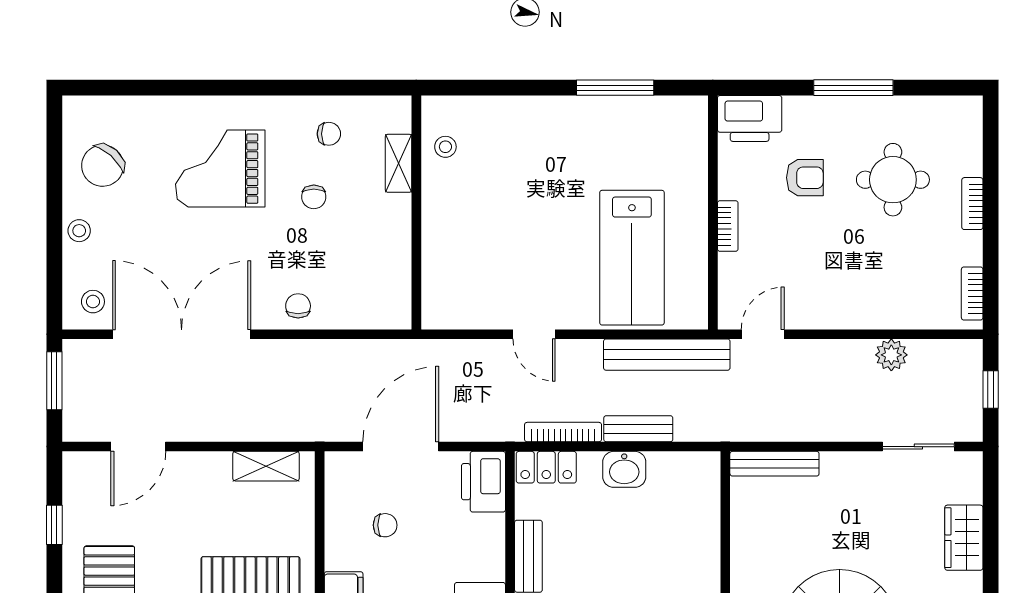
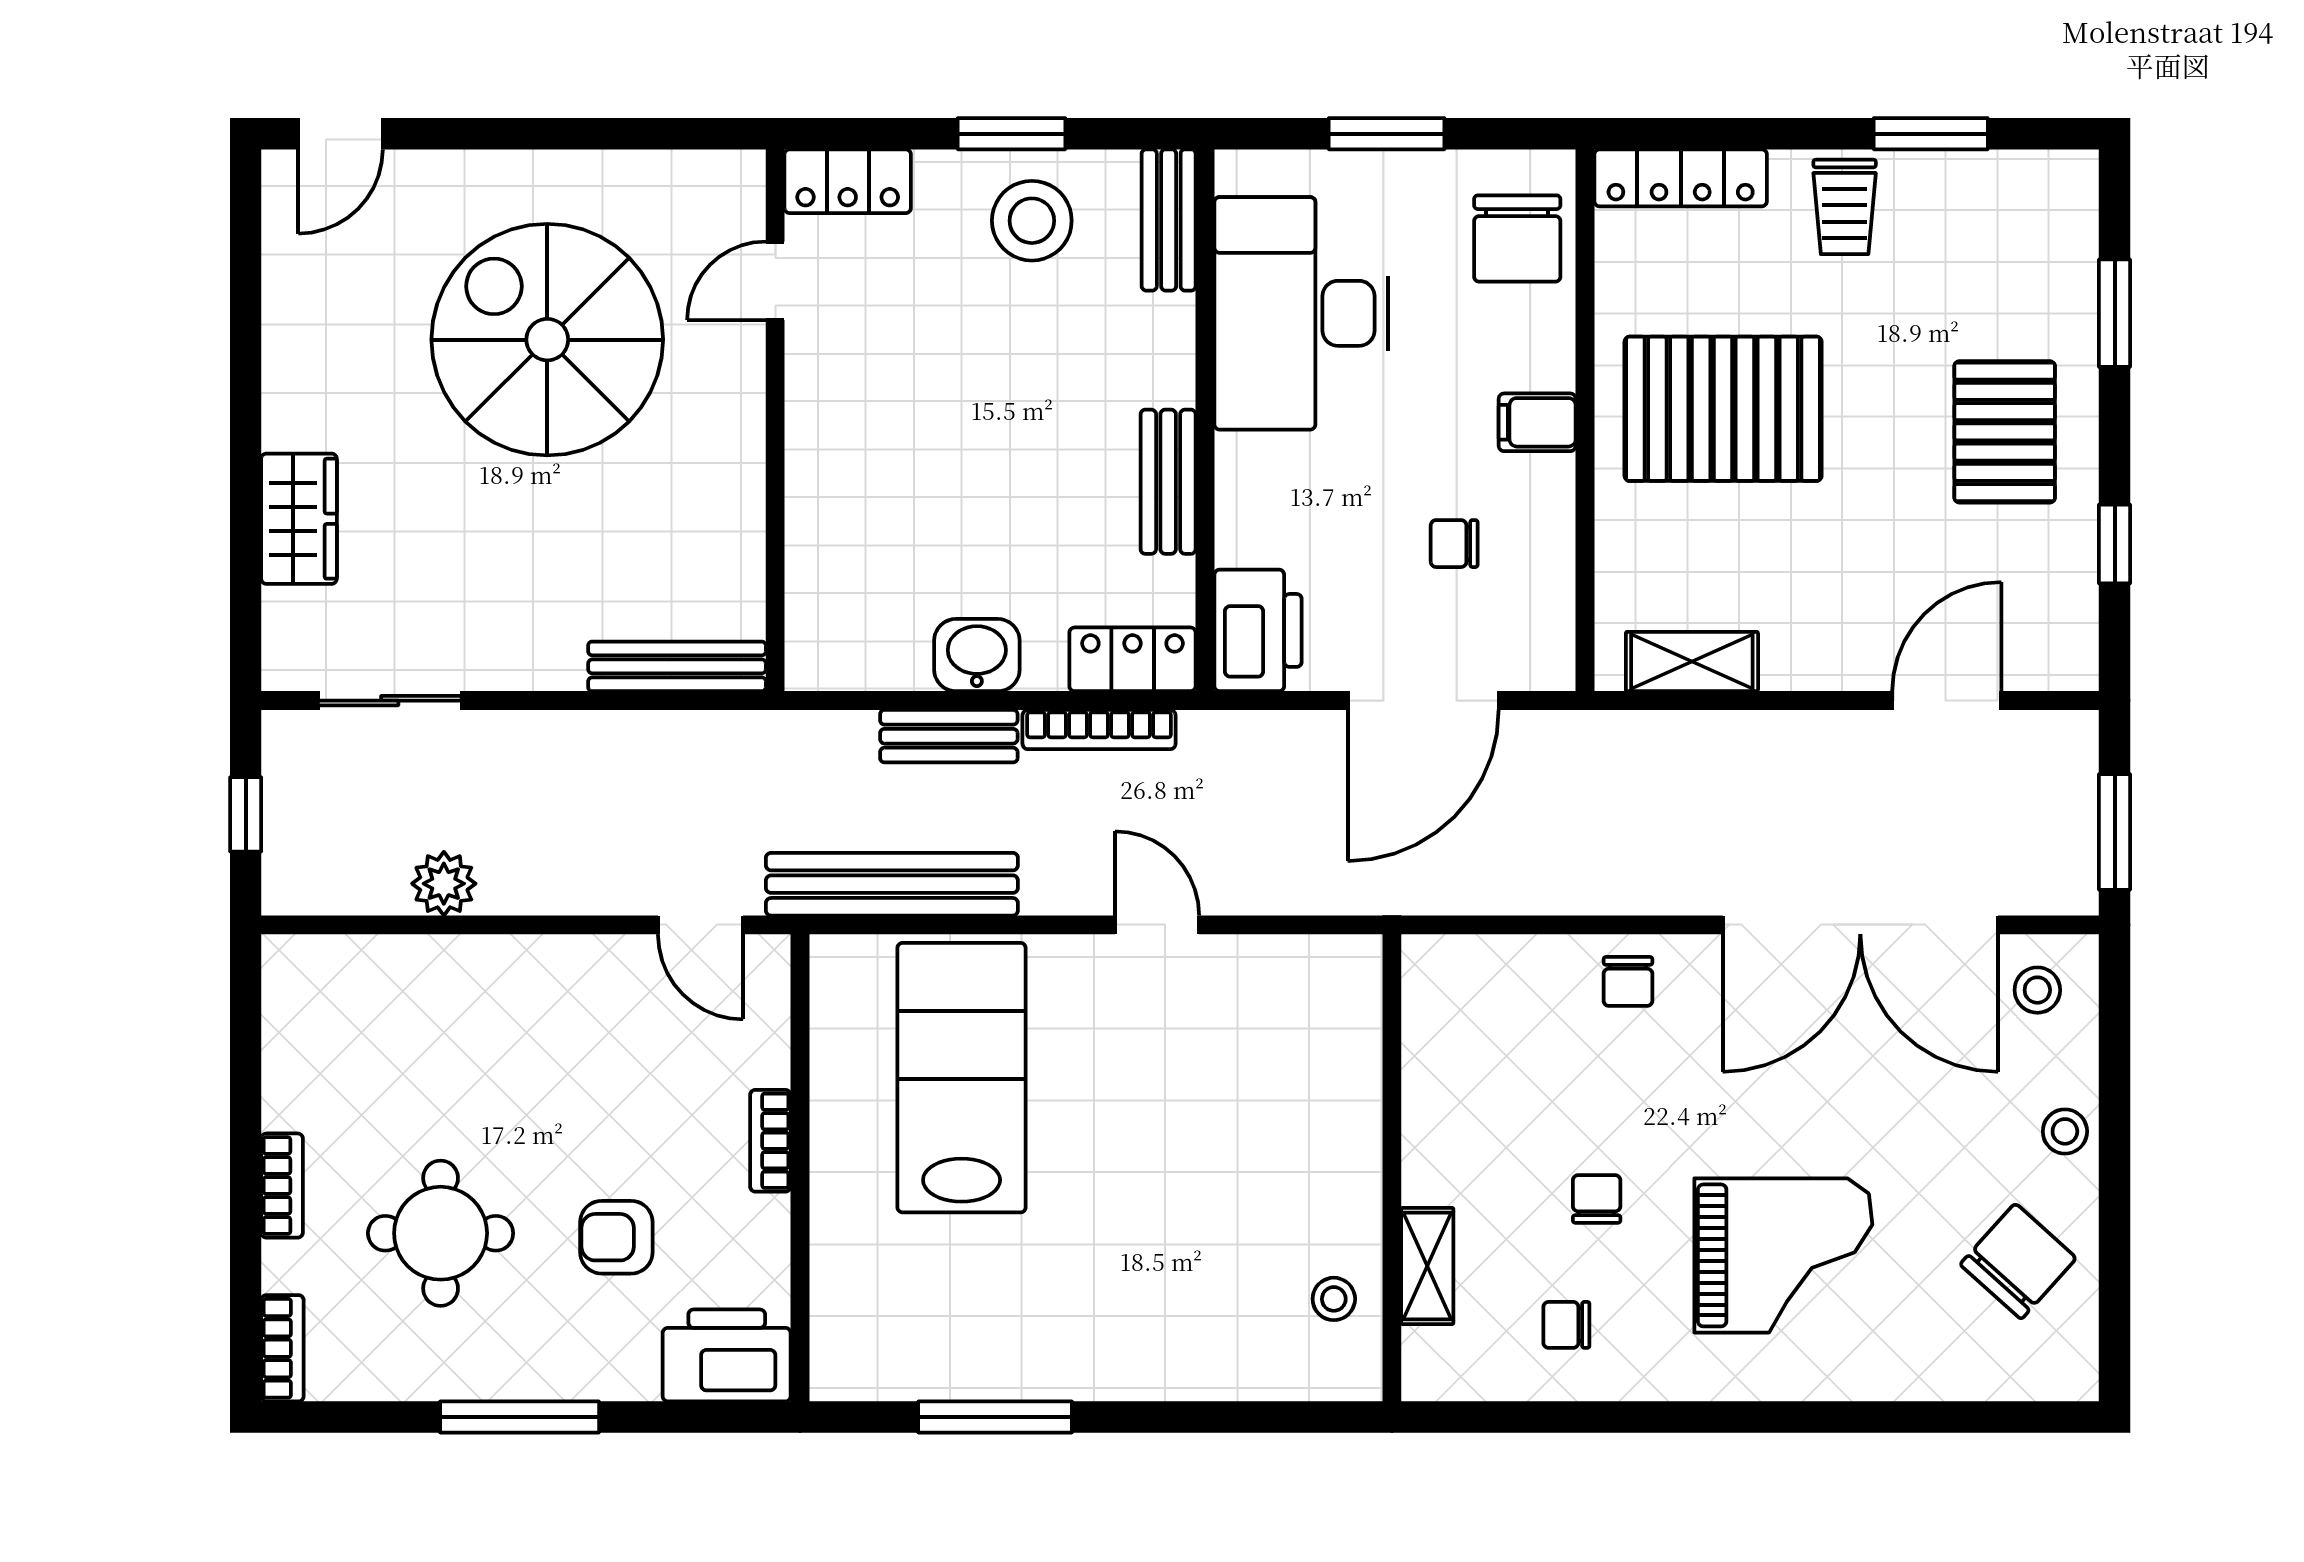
bookcase: (972, 293) -> (282, 1348), moved
door: (763, 334) -> (701, 925), hinge flipped

